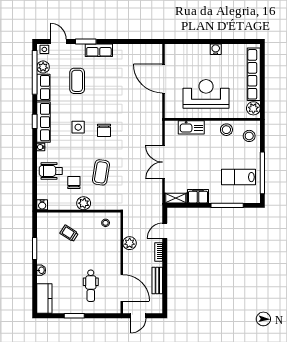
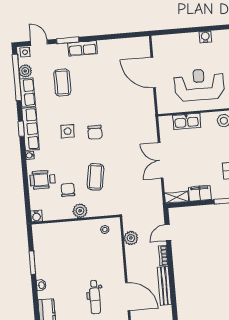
trolley: (69, 233) -> (67, 244), removed
plant: (130, 243) -> (131, 238), moved
bench: (157, 281) -> (164, 286), width x1.36

